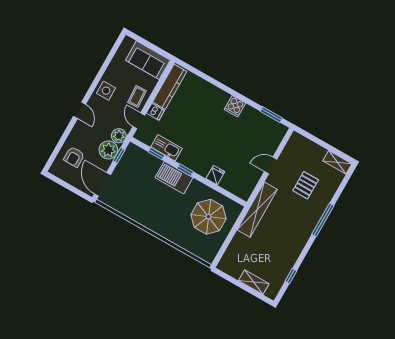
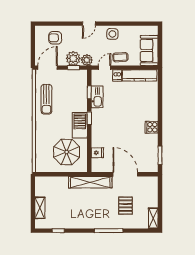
door: (271, 165) -> (125, 174), width x1.88
fridge: (215, 175) -> (97, 153), moved
barbecue: (174, 178) -> (80, 125), moved
pallet: (306, 185) -> (125, 206), turned 90
sun lounger: (137, 206) -> (46, 99), added

